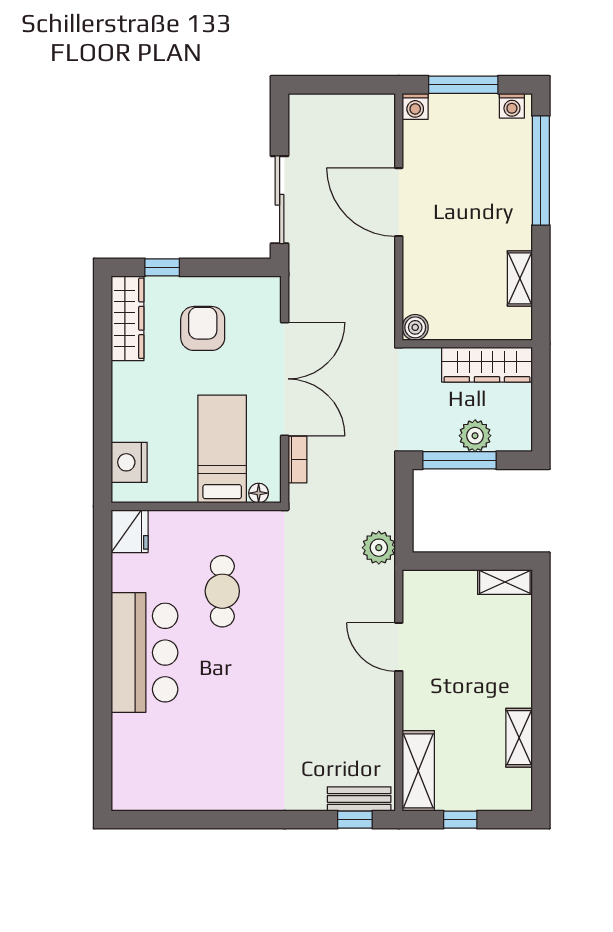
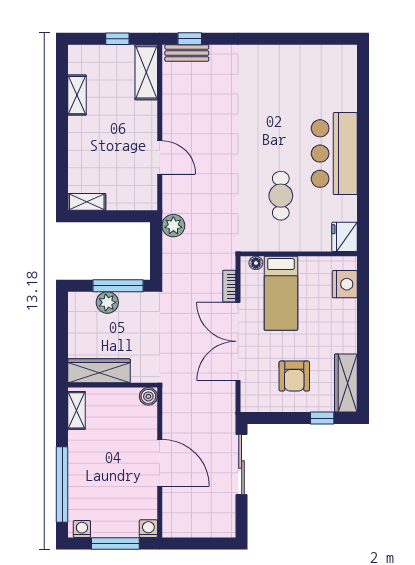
boiler: (415, 327) -> (148, 396), moved
wall: (467, 344) -> (113, 385), moved
wardrobe: (487, 365) -> (99, 371), moved

